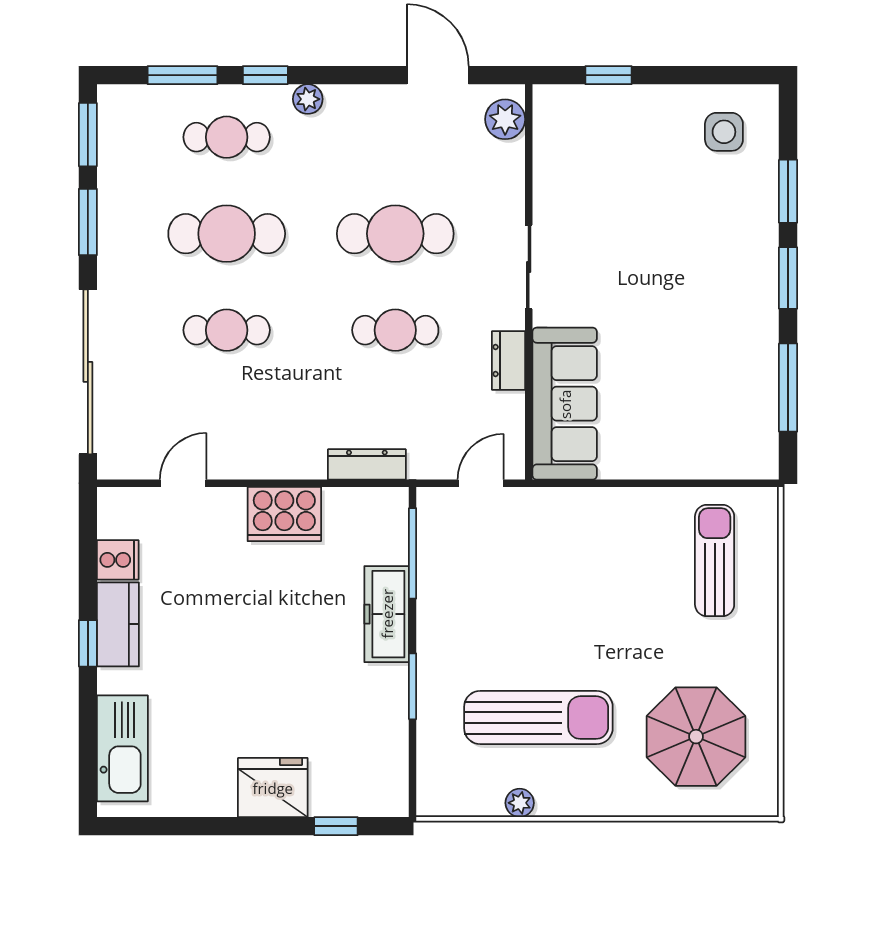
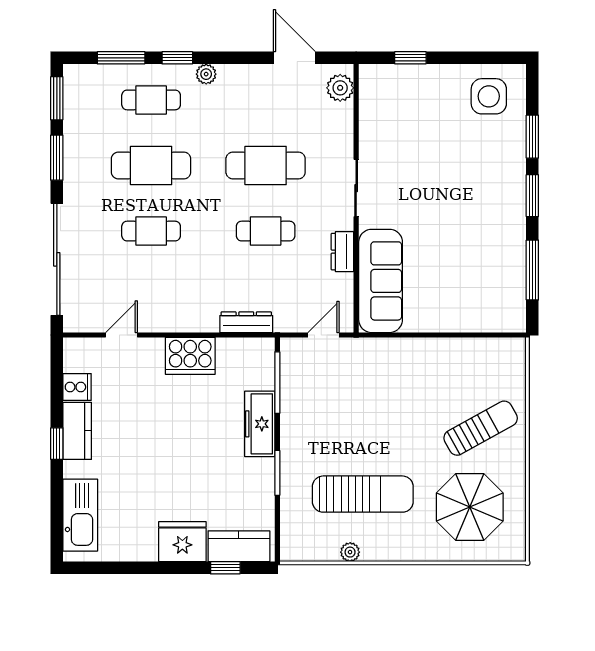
side table: (724, 132) -> (489, 96), width x1.37, depth x1.37
sun lounger: (715, 561) -> (481, 428), moved, turned 61
kitchen counter: (356, 794) -> (239, 546), added

